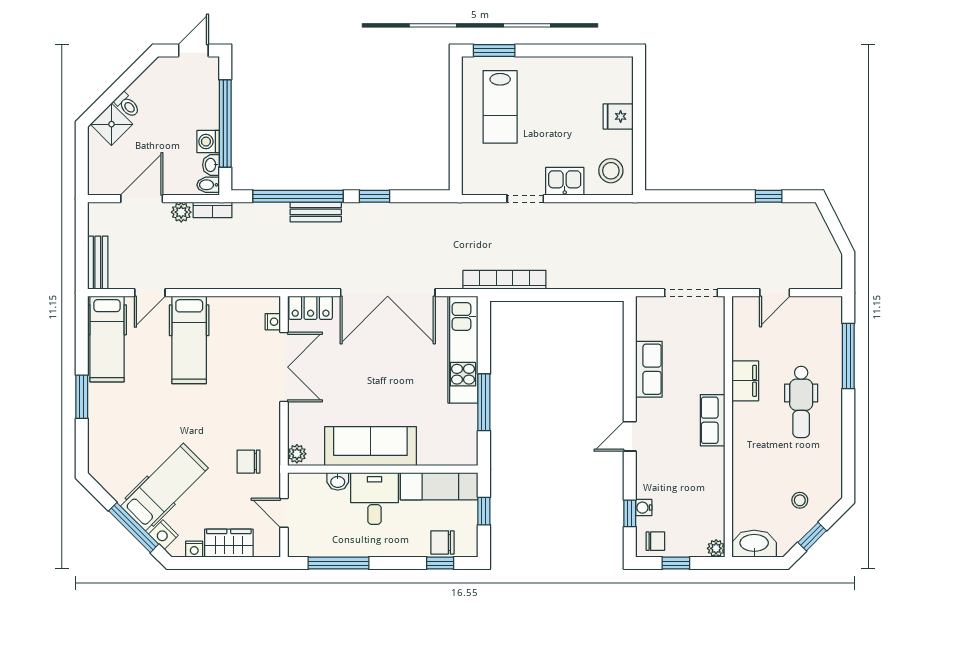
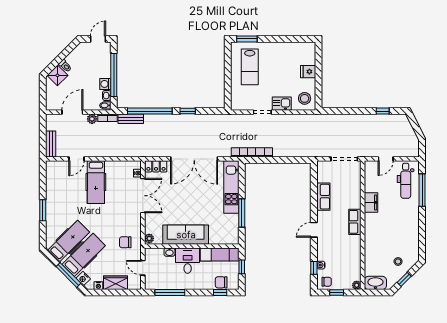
bench: (316, 212) -> (131, 119), moved
hospital bed: (107, 339) -> (69, 241), moved, turned -135
dental chair: (801, 402) -> (406, 181), moved

